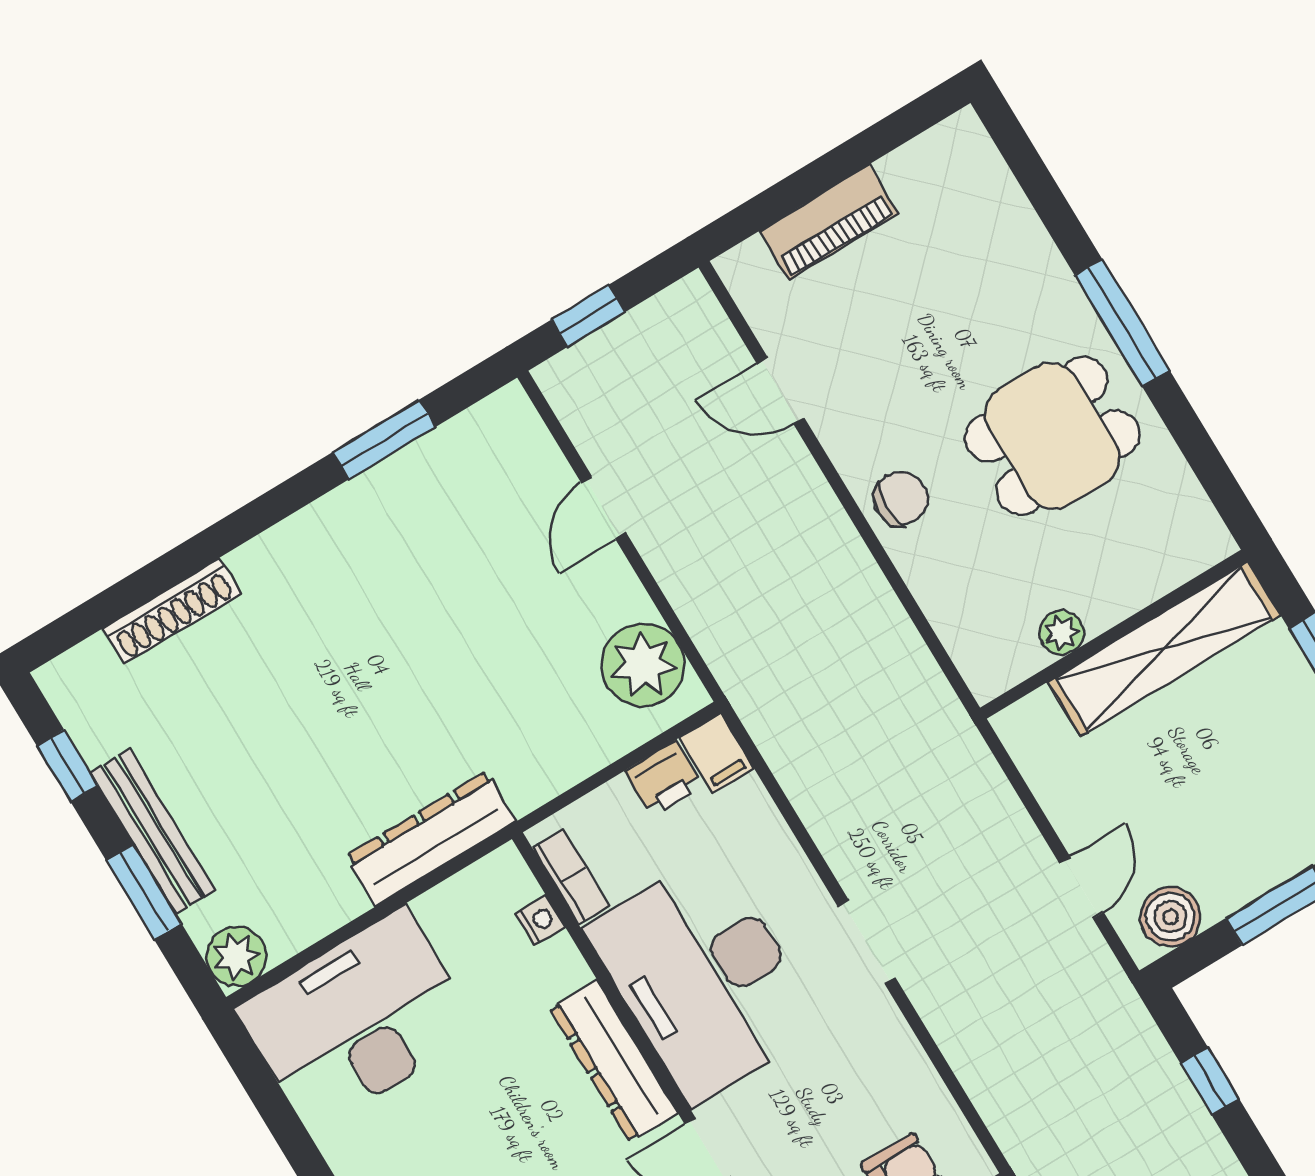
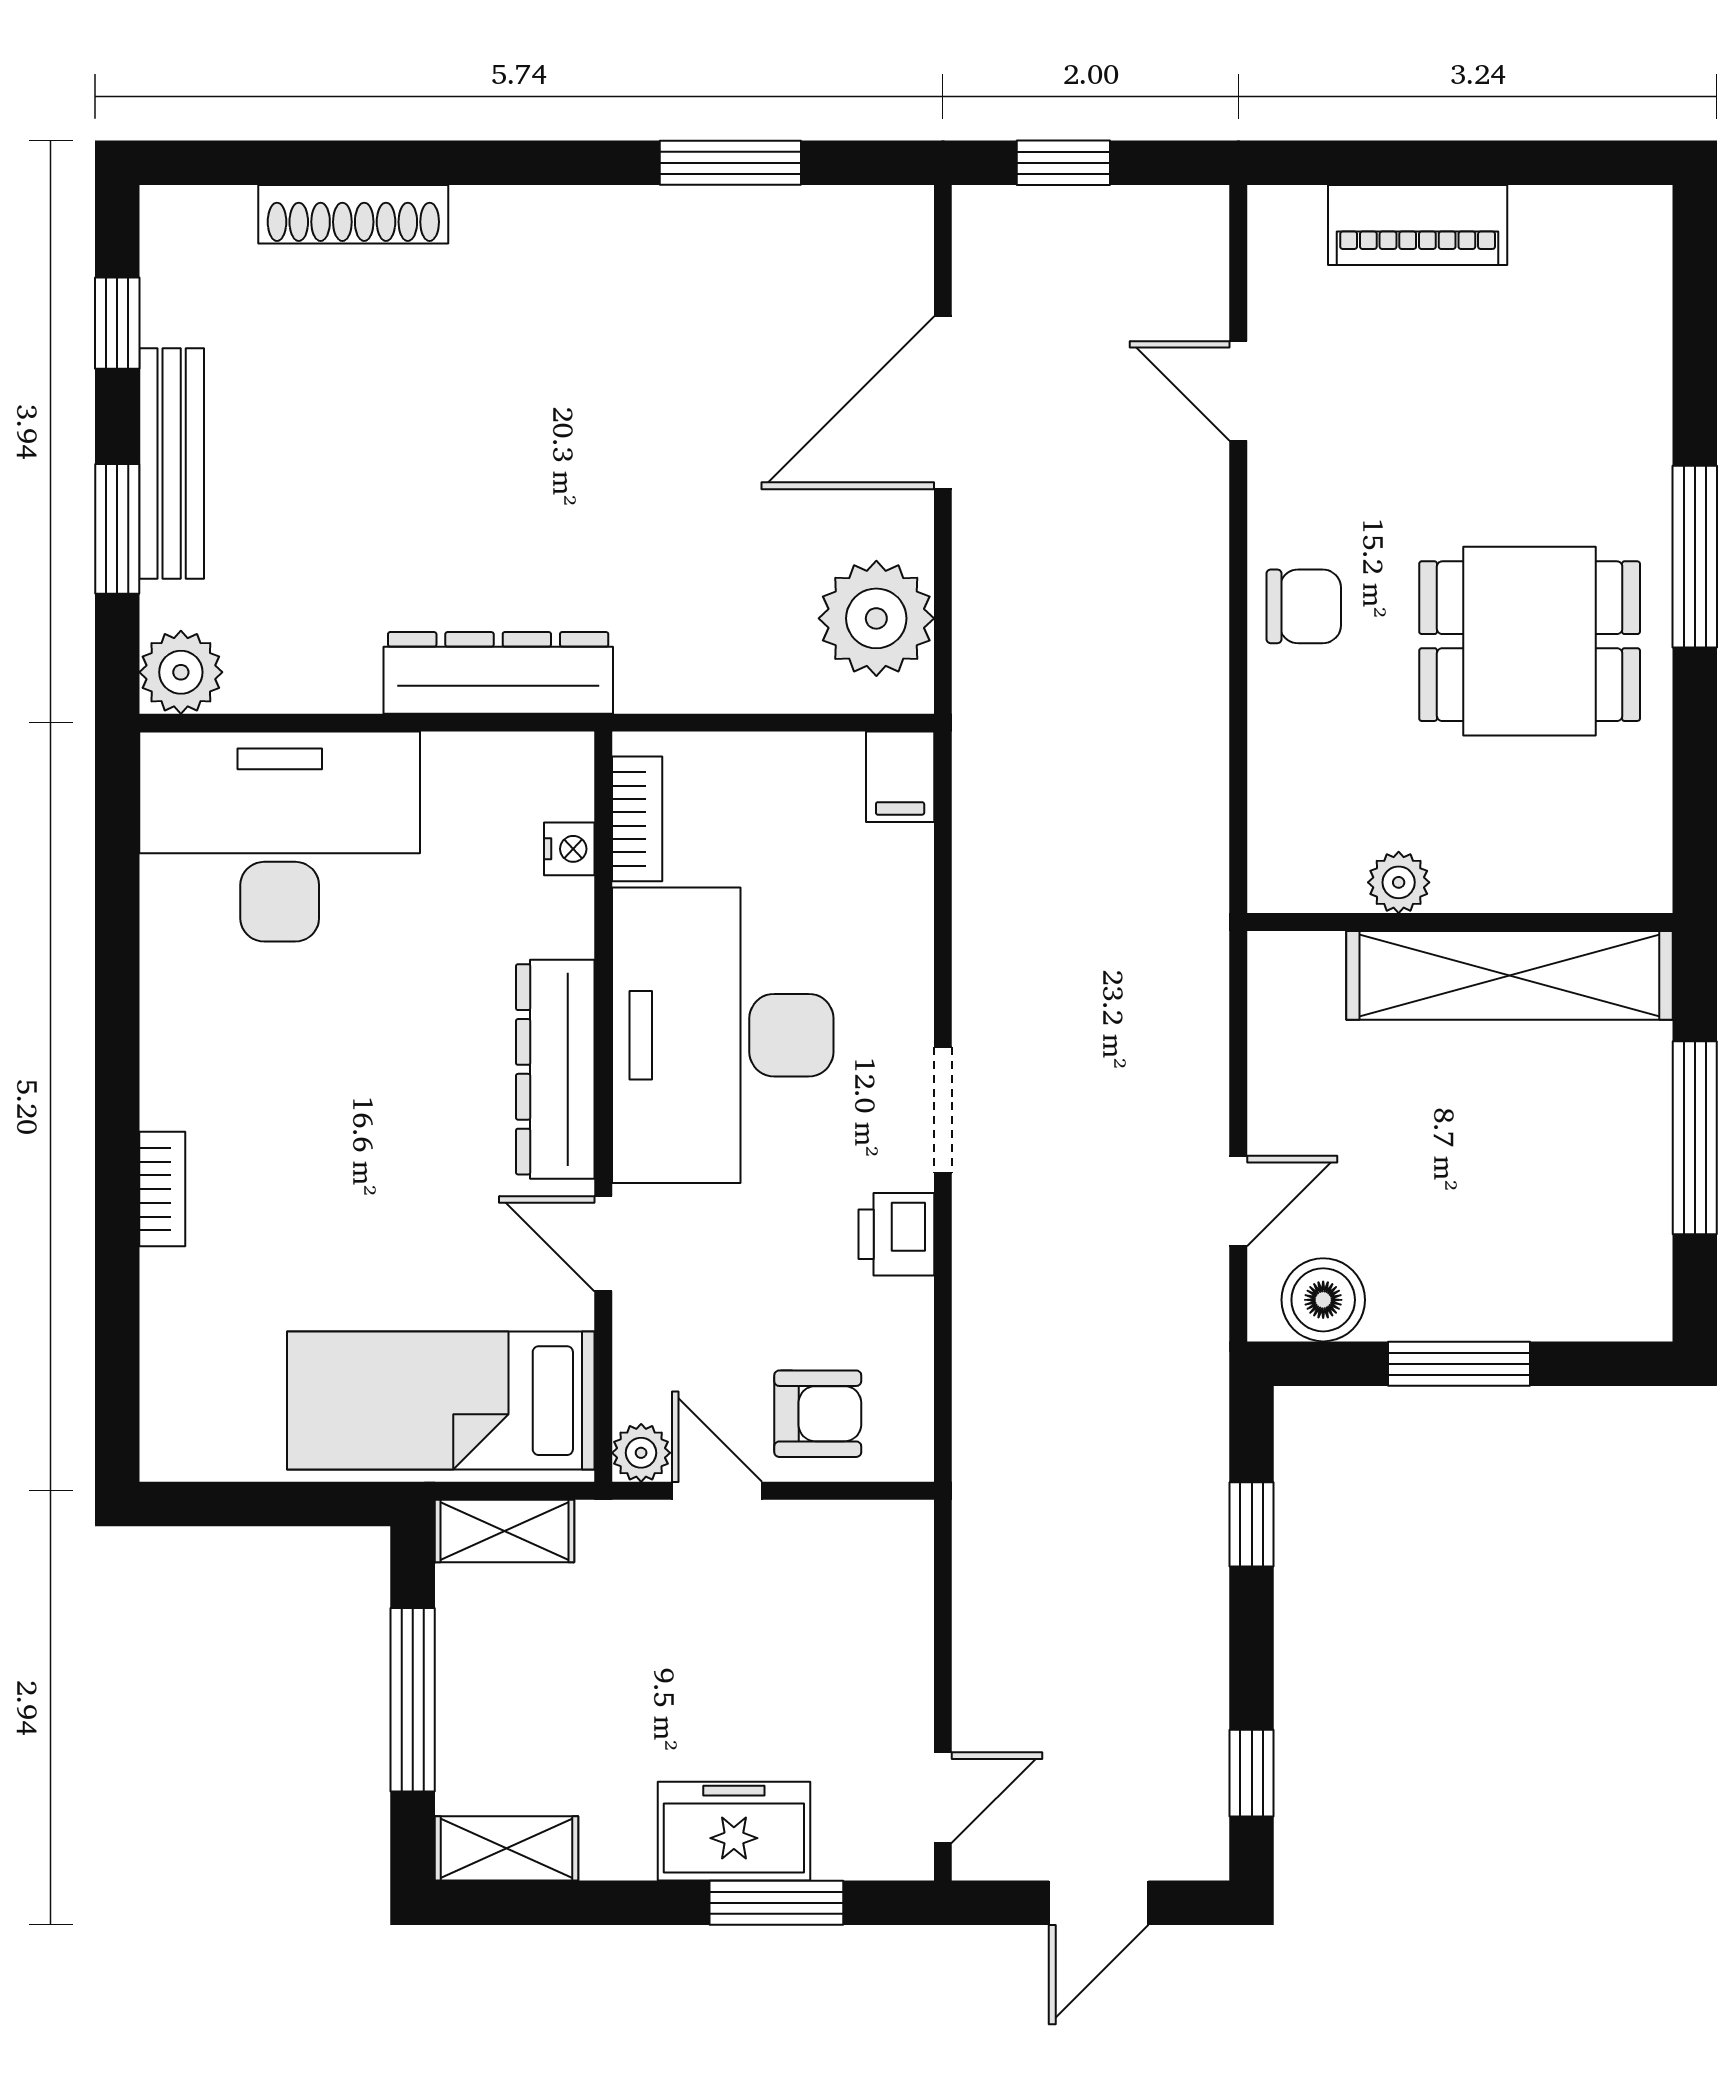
door: (604, 508) -> (943, 403), width x1.87
printer: (664, 779) -> (896, 1234), moved, turned 90

